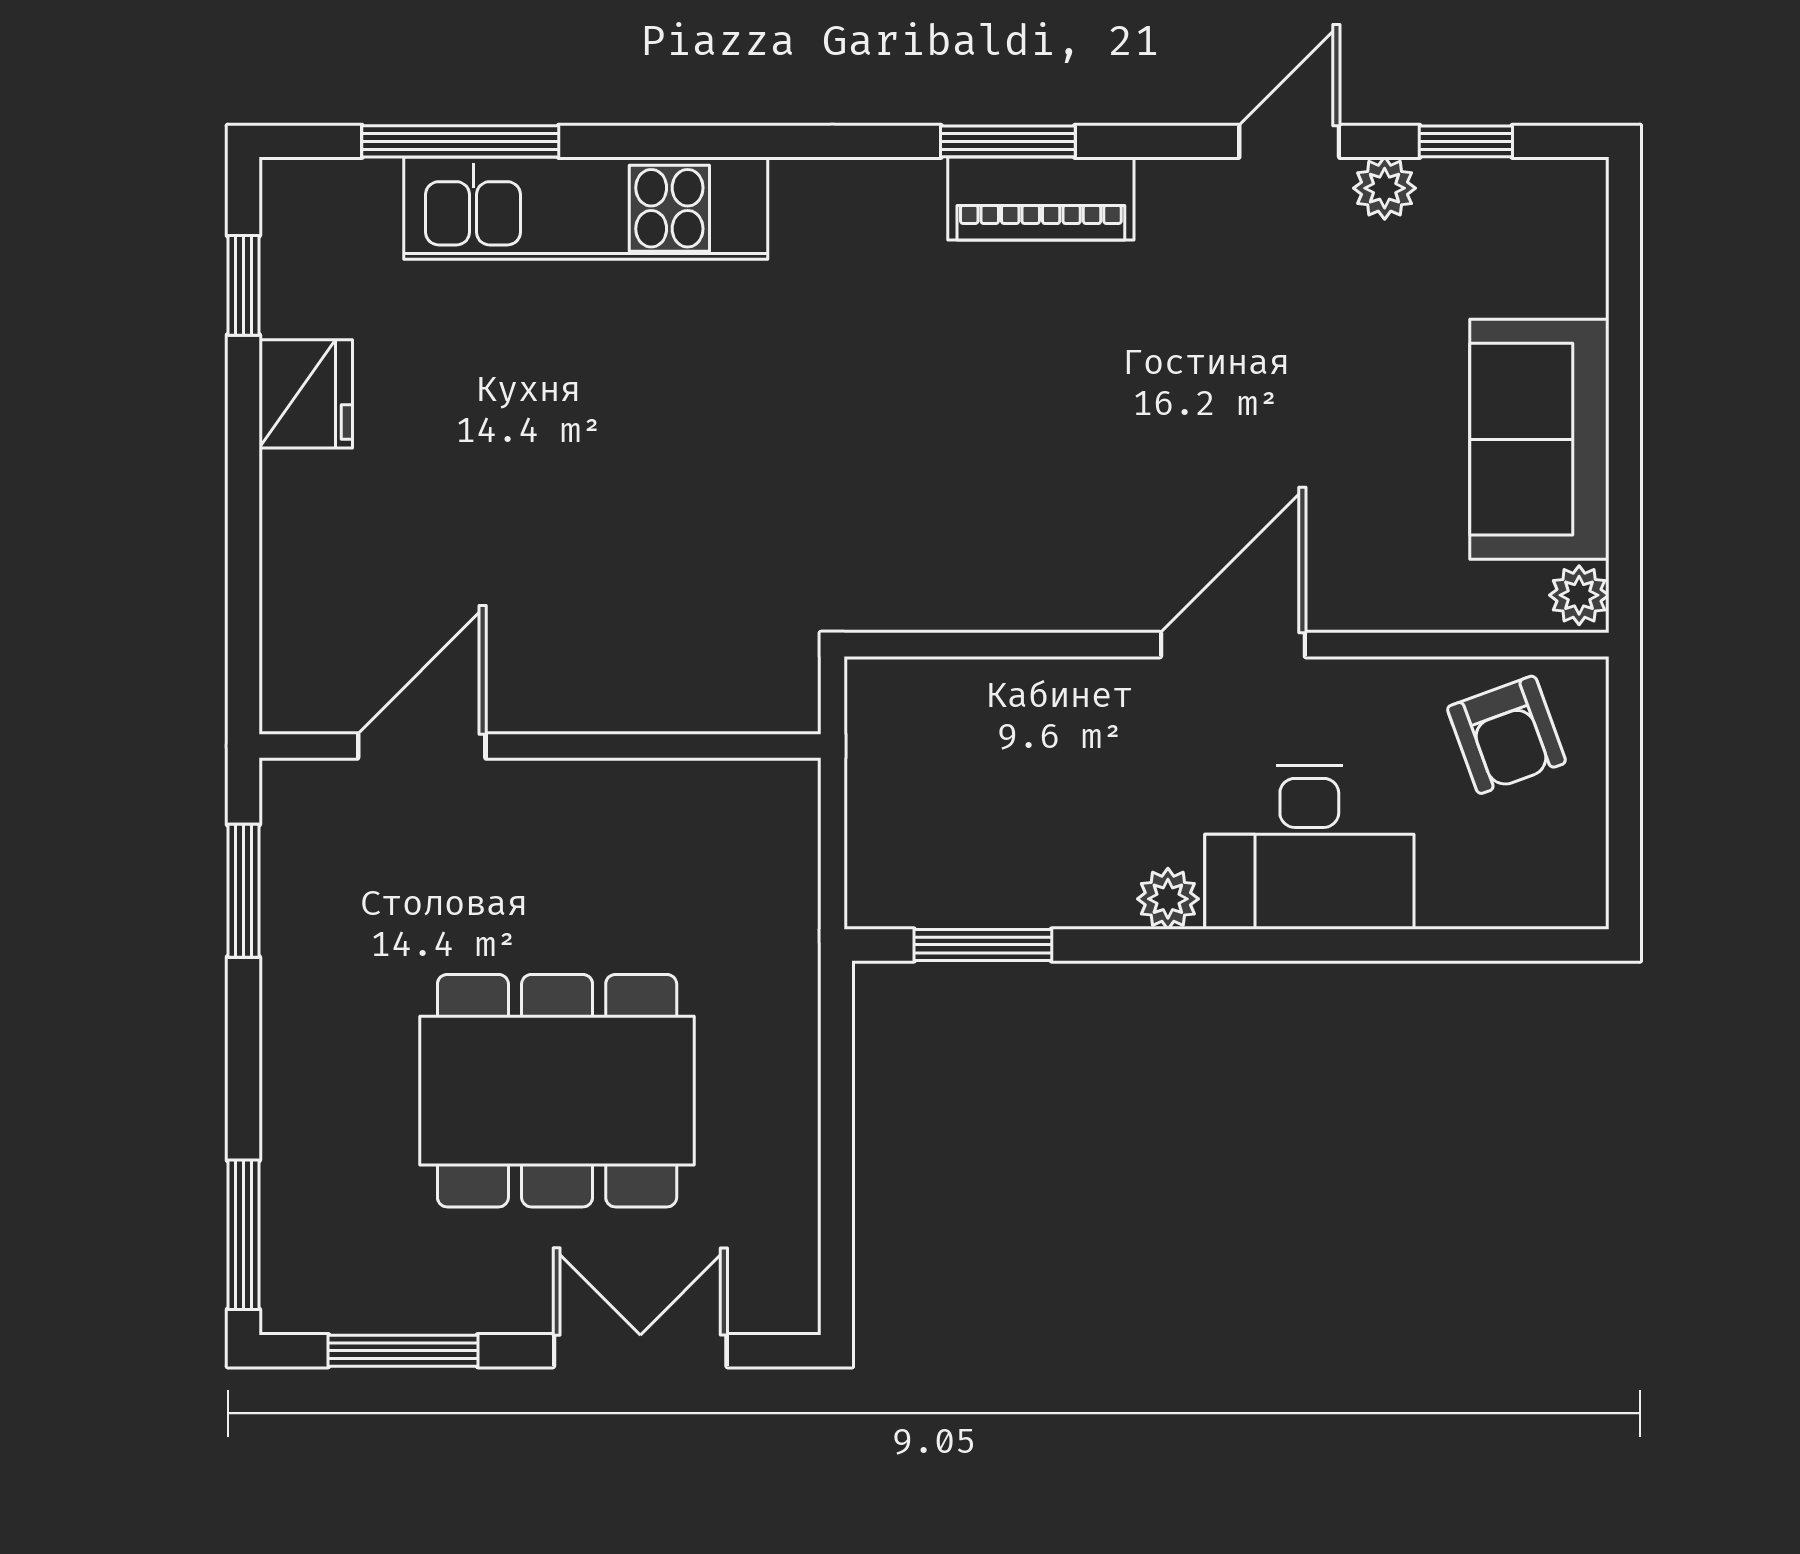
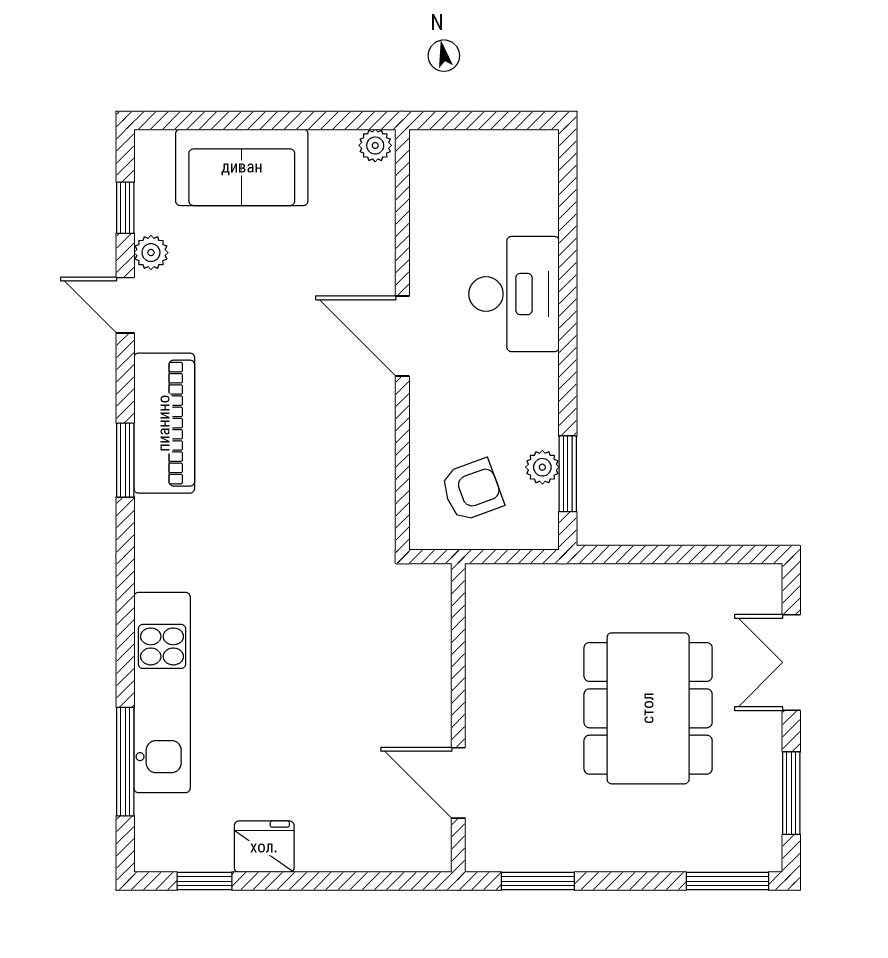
piano: (1041, 199) -> (164, 423), width x1.37, depth x1.33
sofa: (1539, 439) -> (242, 167), moved
armchair: (1506, 735) -> (472, 490), moved
plant: (1168, 899) -> (542, 467), moved

